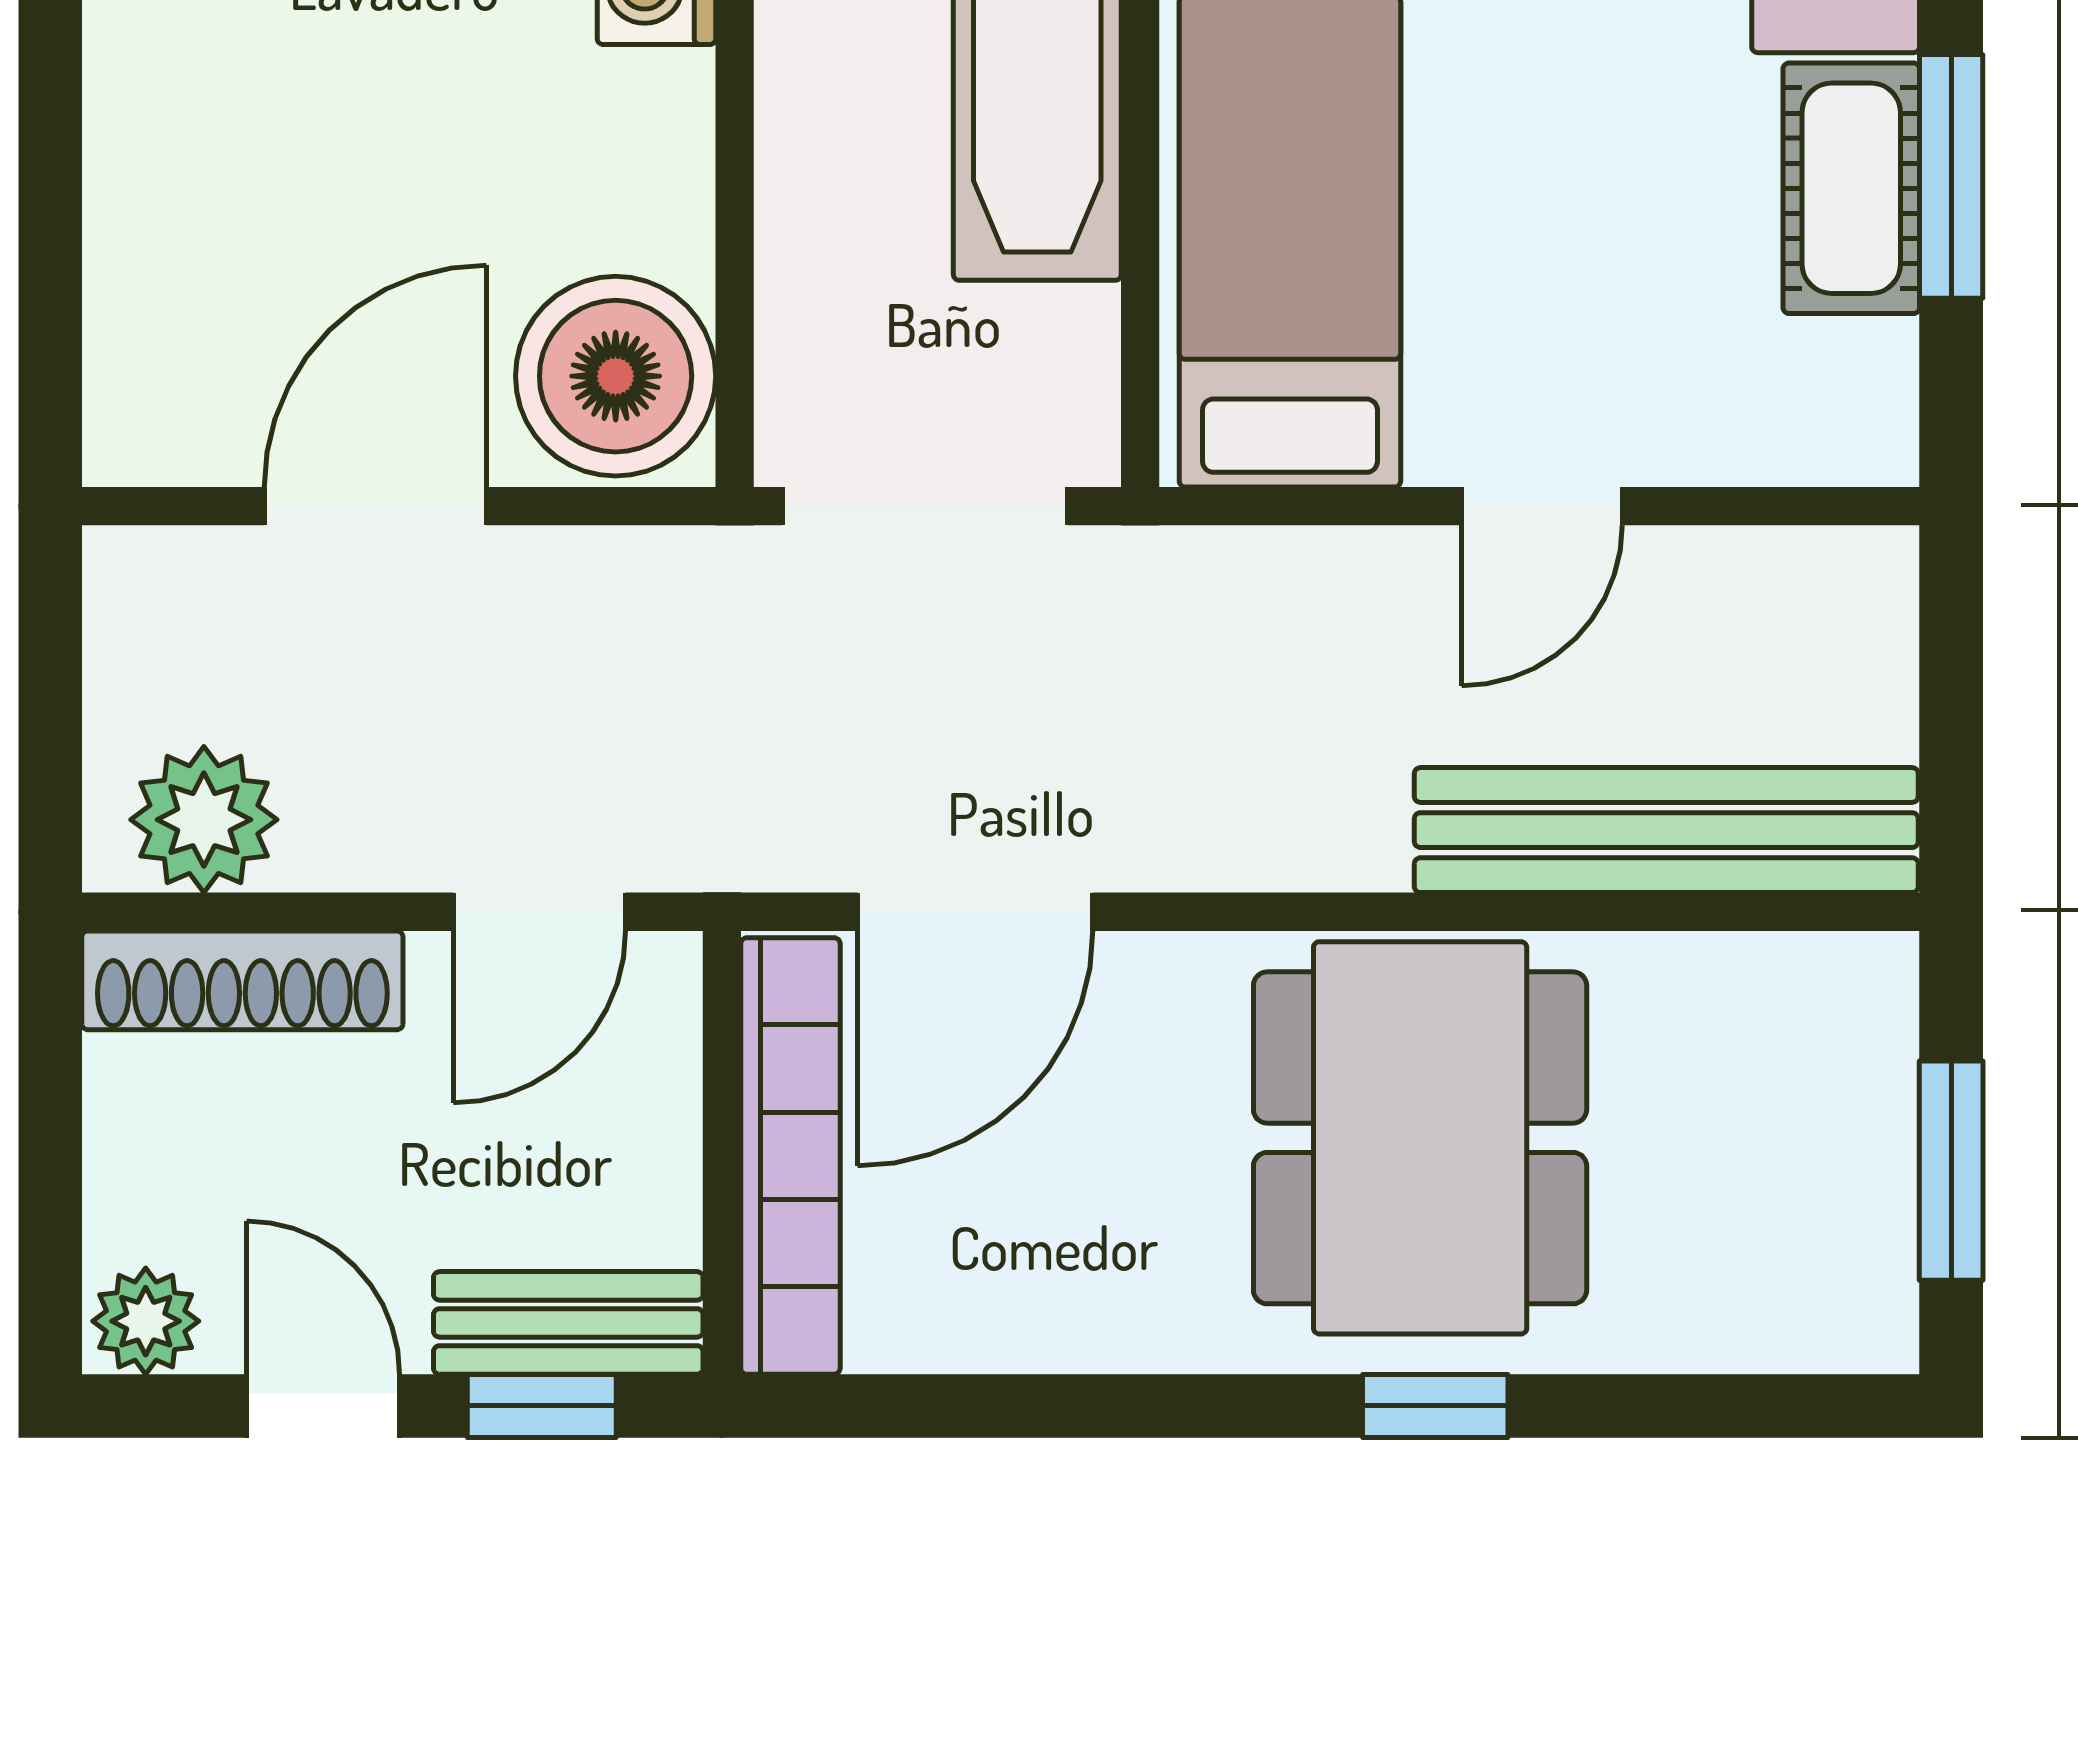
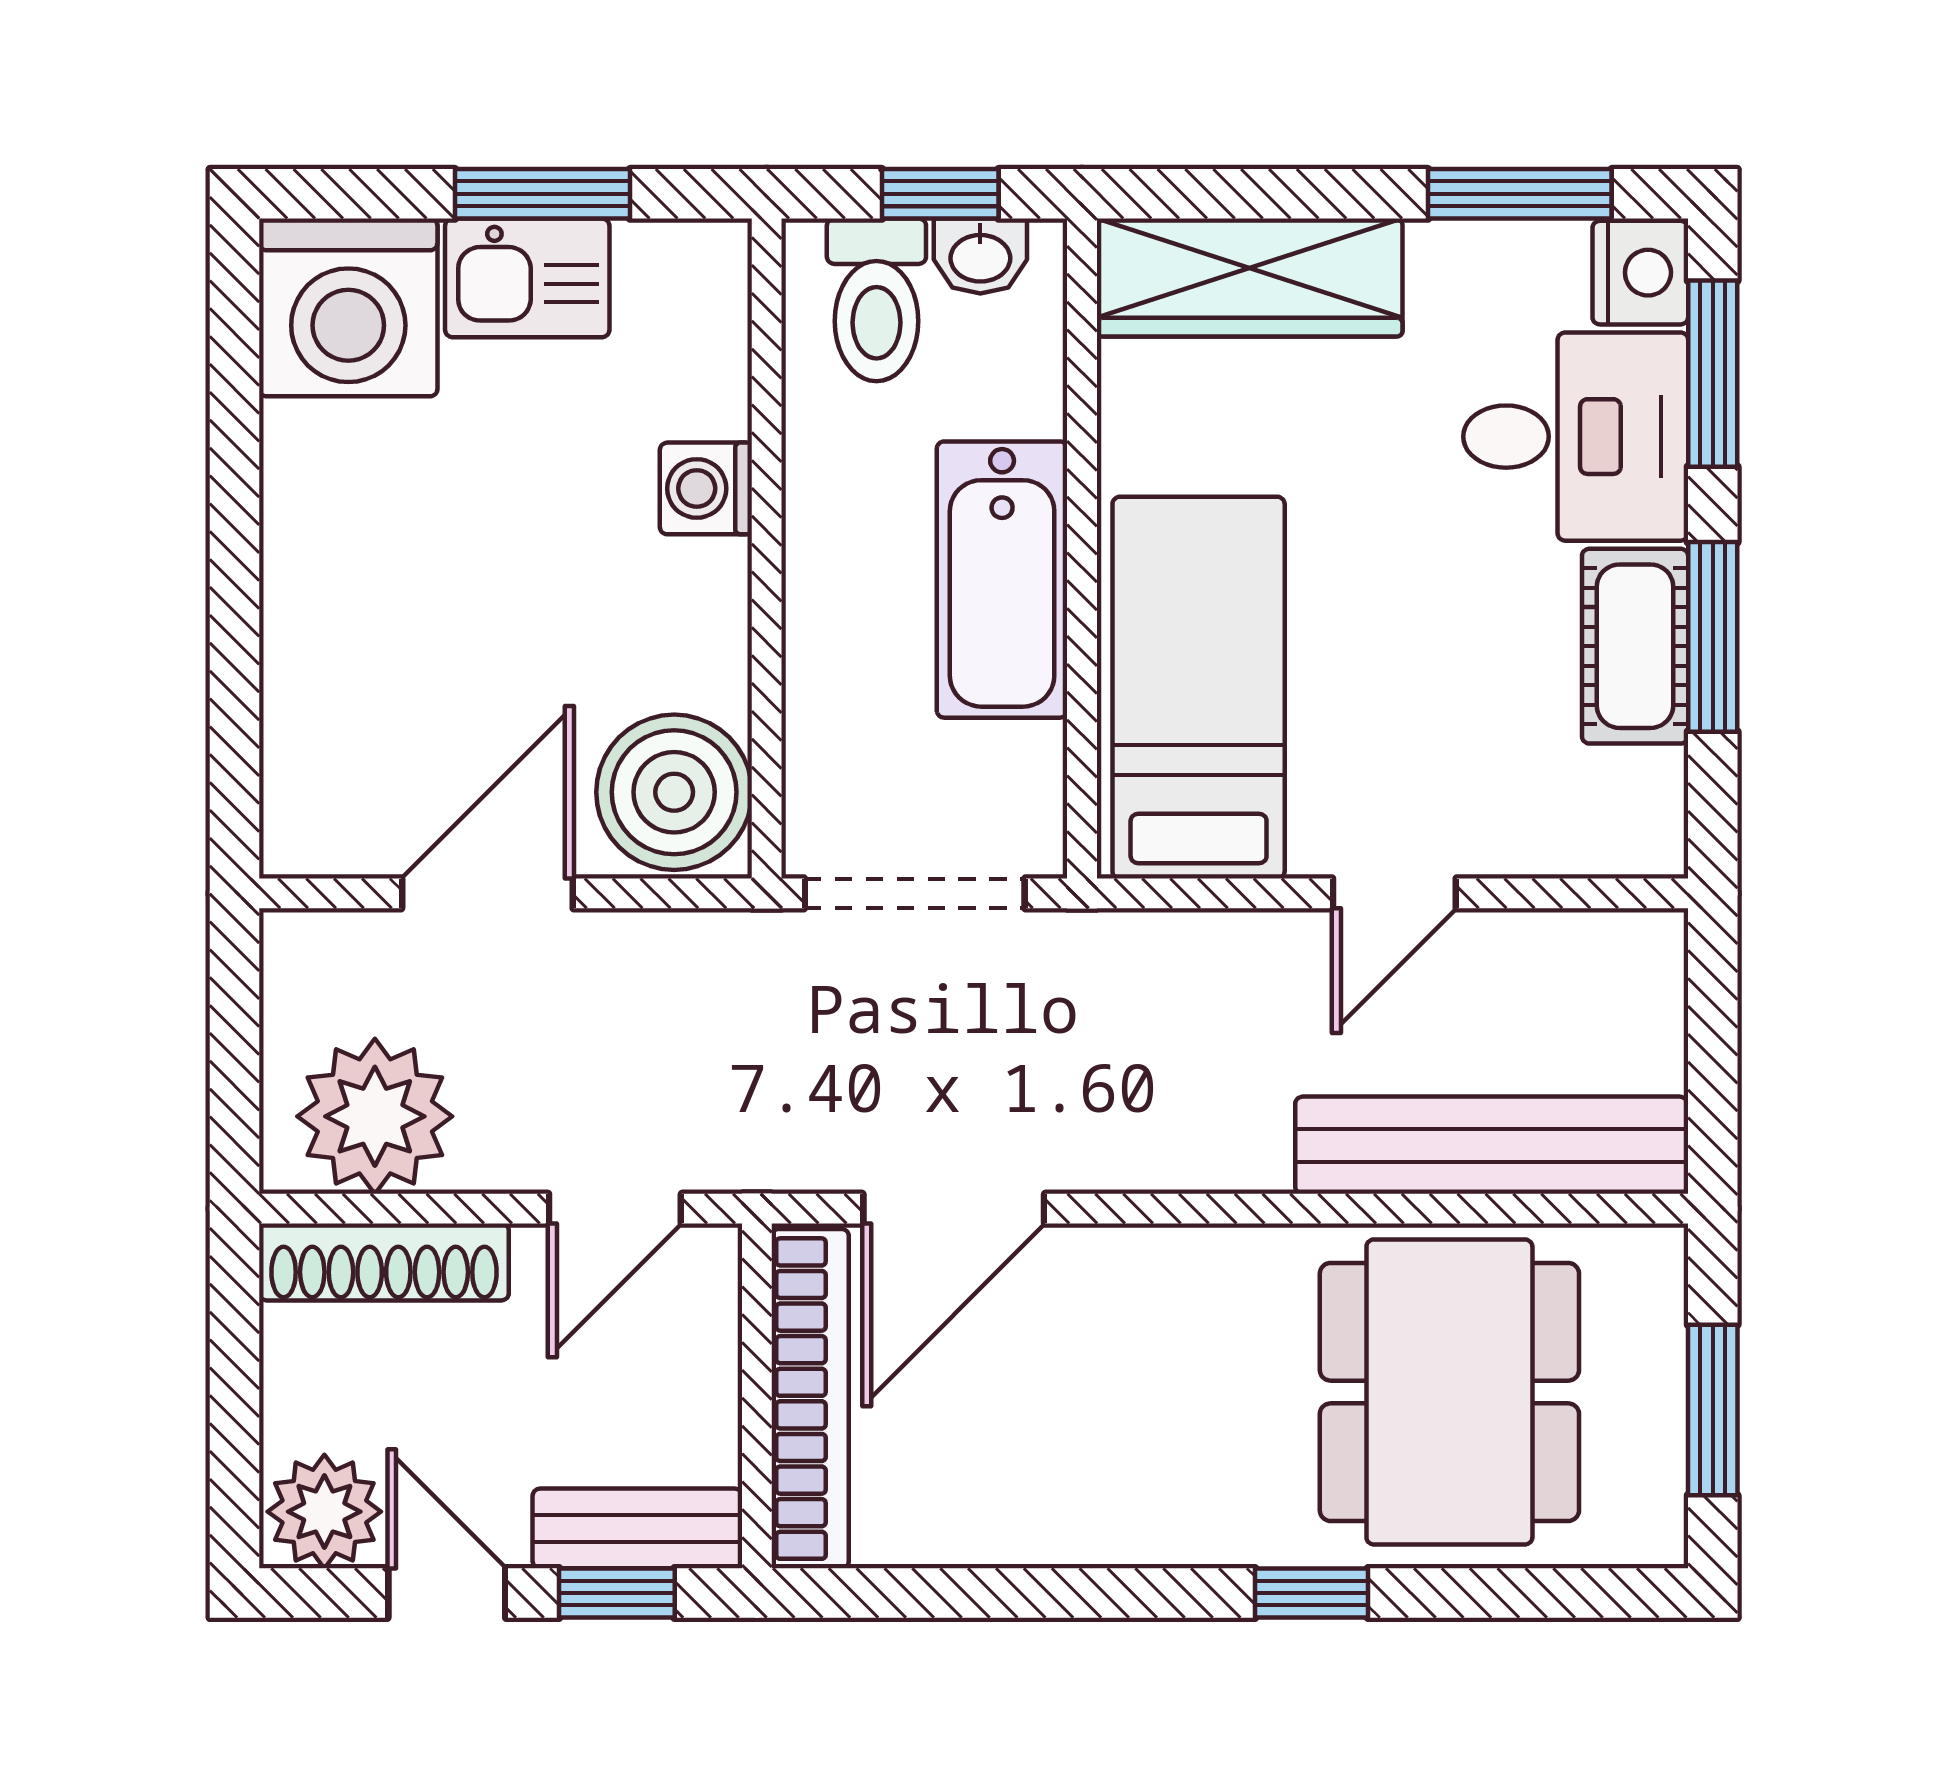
plant: (204, 820) -> (375, 1116), width x1.36, depth x1.36
dining table: (1420, 1138) -> (1449, 1392), moved
plant: (146, 1321) -> (324, 1512), width x1.38, depth x1.38

